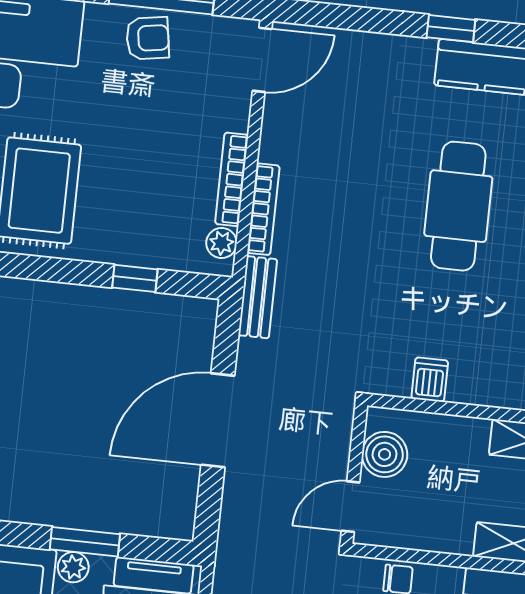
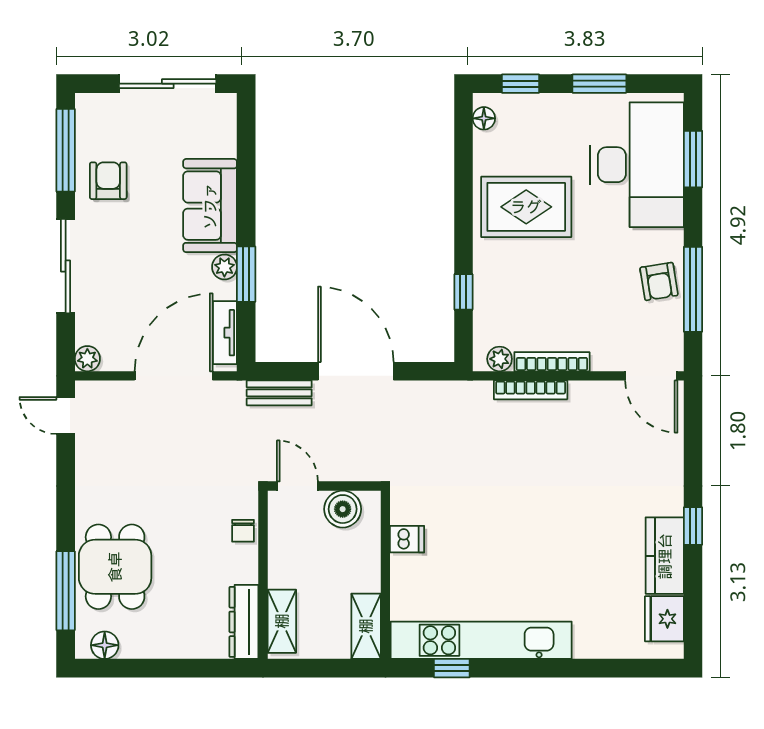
cafe table: (458, 206) -> (550, 547), removed
bench: (258, 297) -> (279, 393), moved

